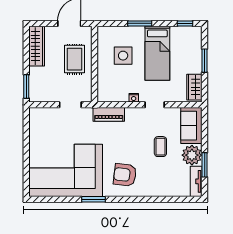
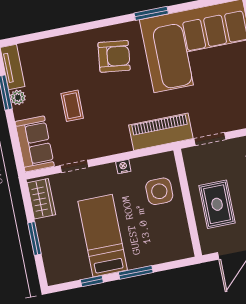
window: (185, 23) -> (92, 281), moved
side table: (123, 56) -> (159, 191), moved
doorway: (155, 105) -> (74, 166), moved
piano: (109, 114) -> (161, 132), width x1.37, depth x1.33
plant: (192, 155) -> (18, 97), width x0.53, depth x0.53

